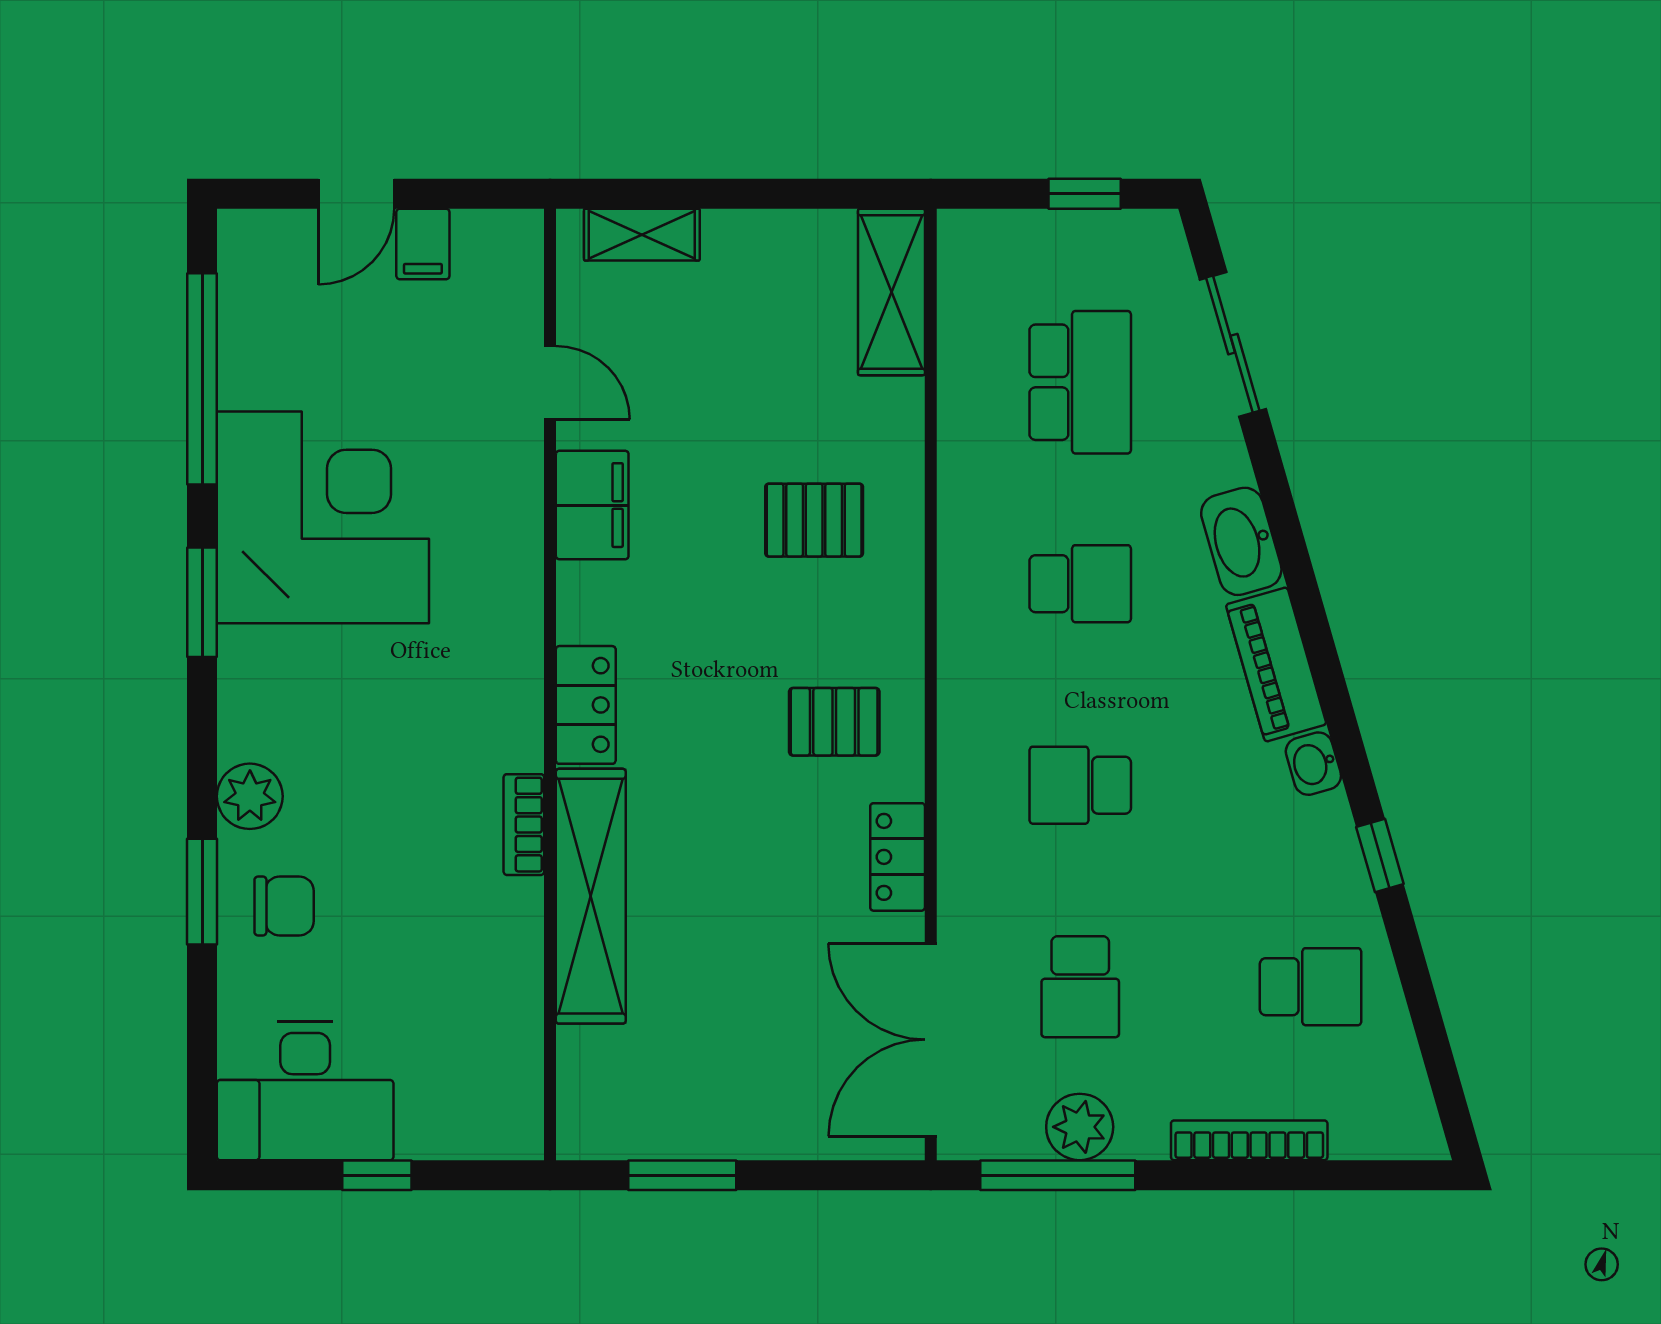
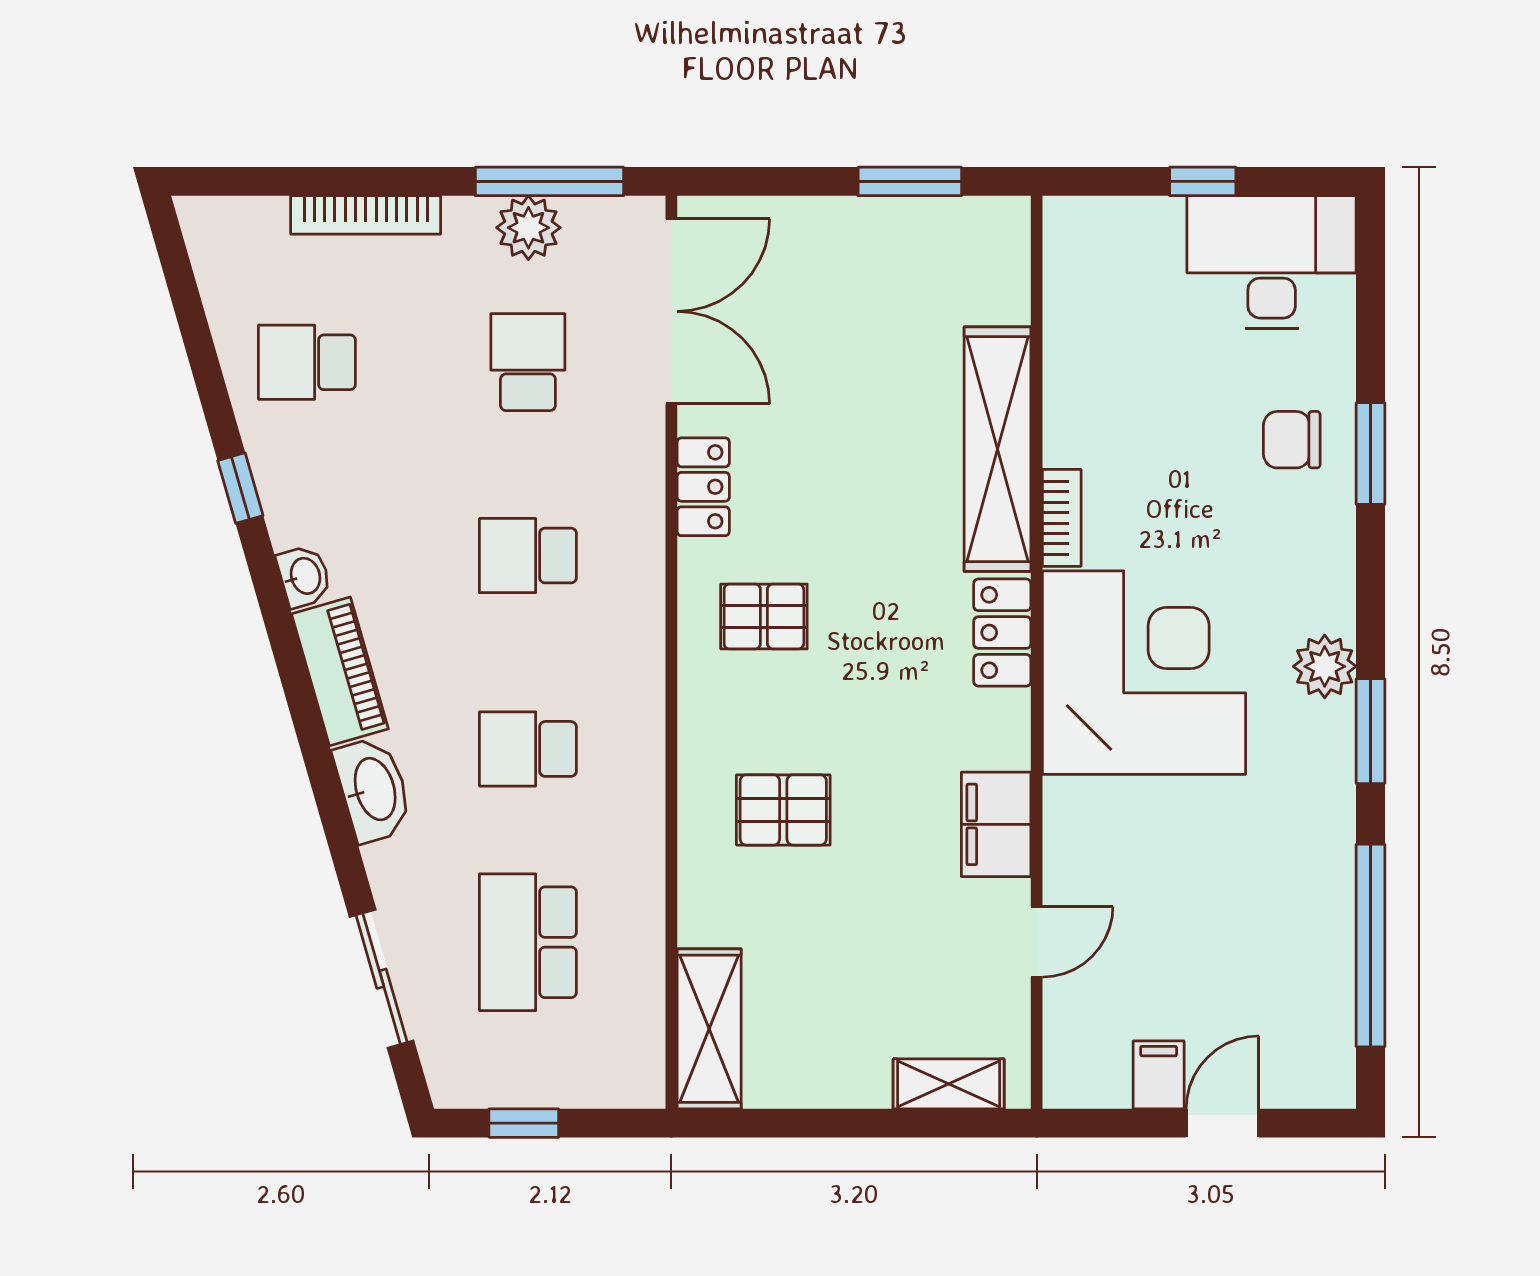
door: (550, 383) -> (1037, 942), swing flipped
corner desk: (323, 517) -> (1144, 673), moved, turned 180
school desk: (1080, 785) -> (528, 556), turned 180
plant: (250, 796) -> (1325, 666), moved

